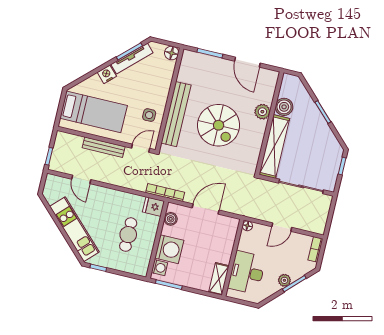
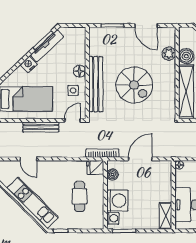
floor lamp: (172, 53) -> (80, 71), moved
plant: (262, 112) -> (169, 54), moved

